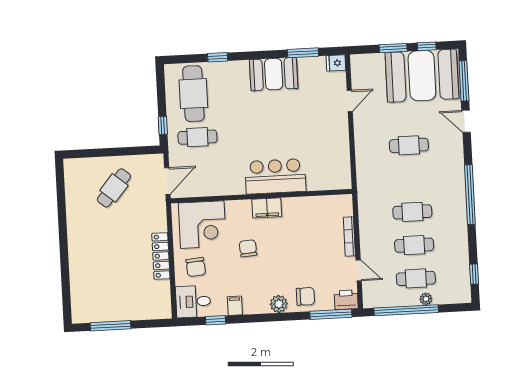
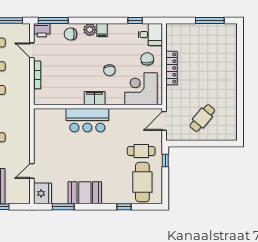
fridge: (336, 63) -> (42, 193), width x1.88, depth x1.34
filing cabinet: (235, 306) -> (102, 30), moved

